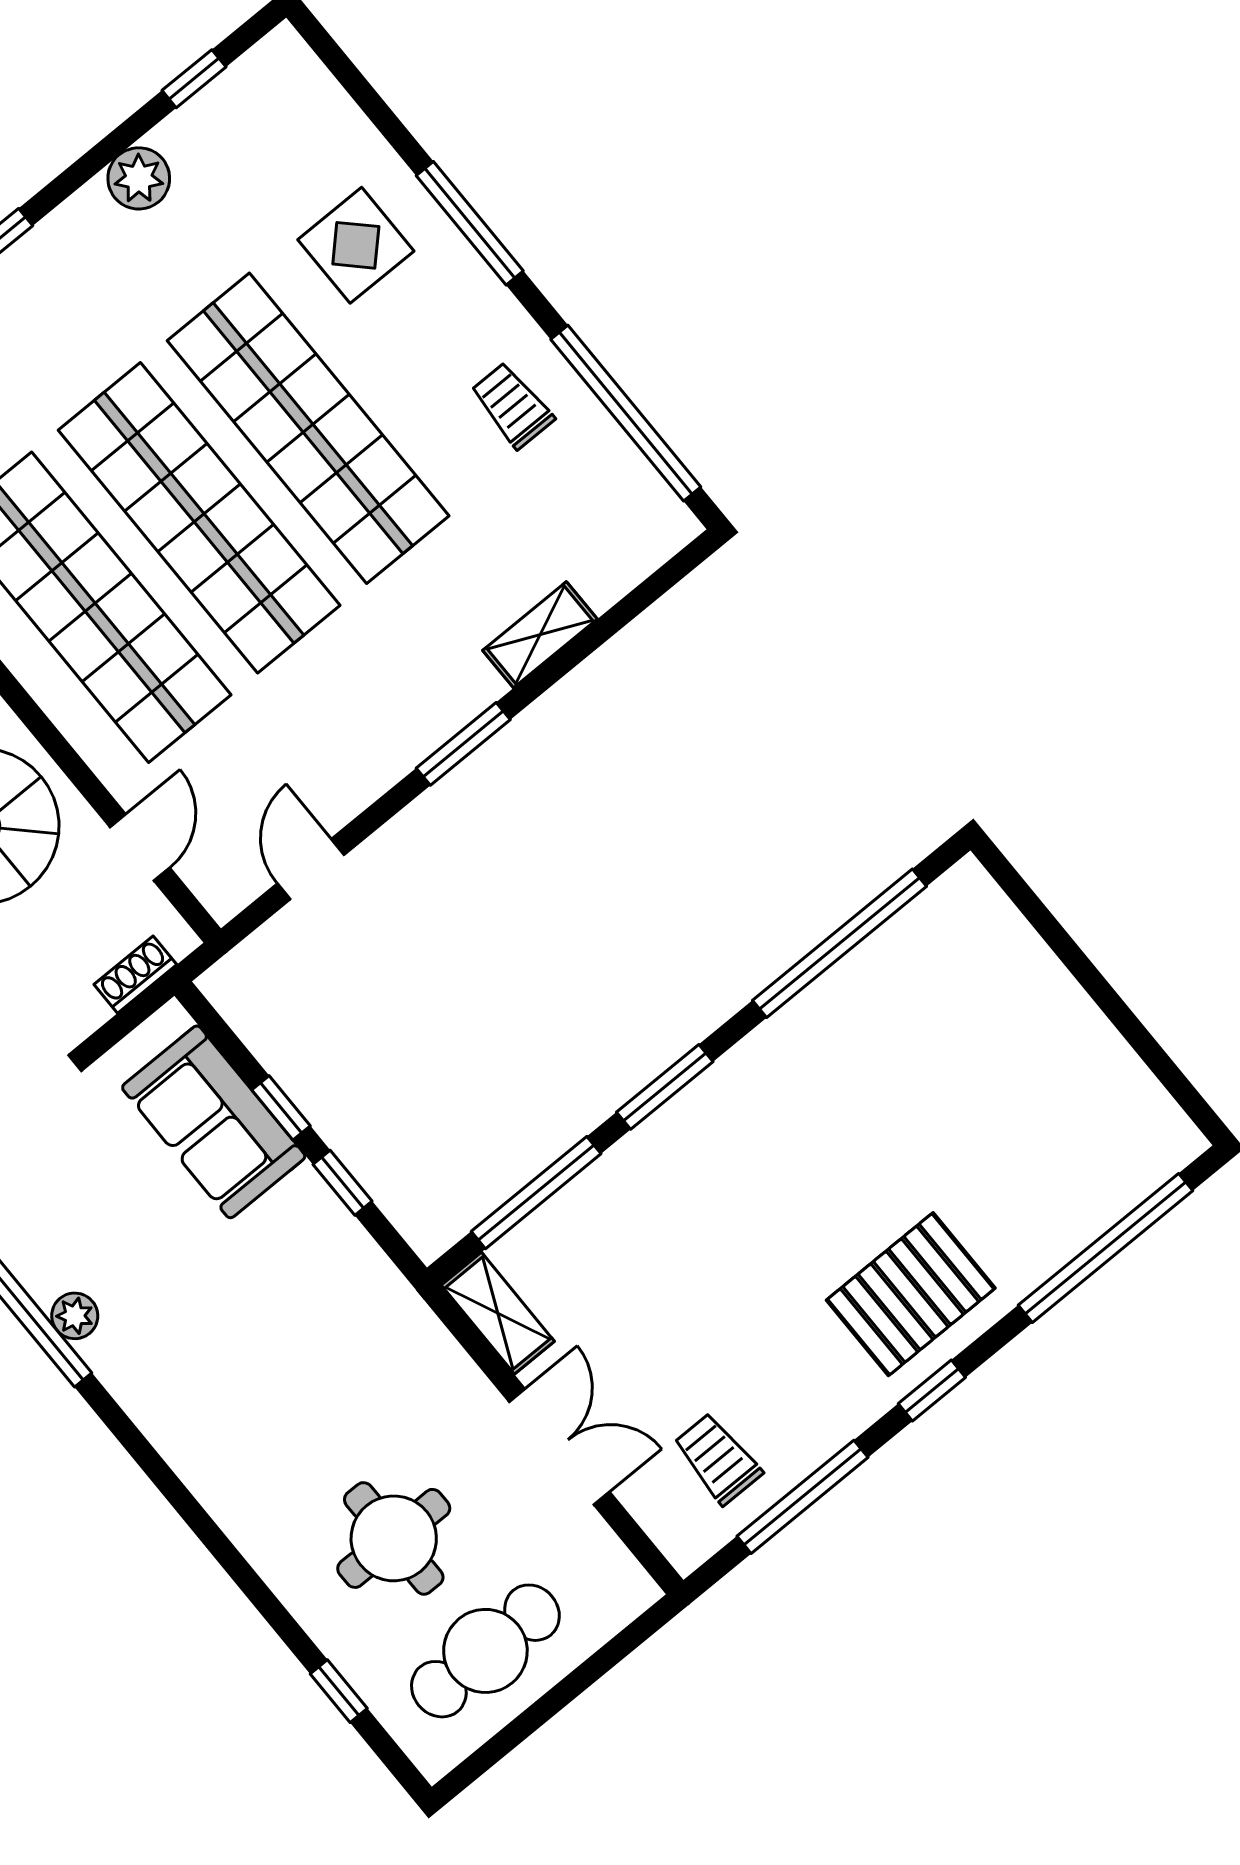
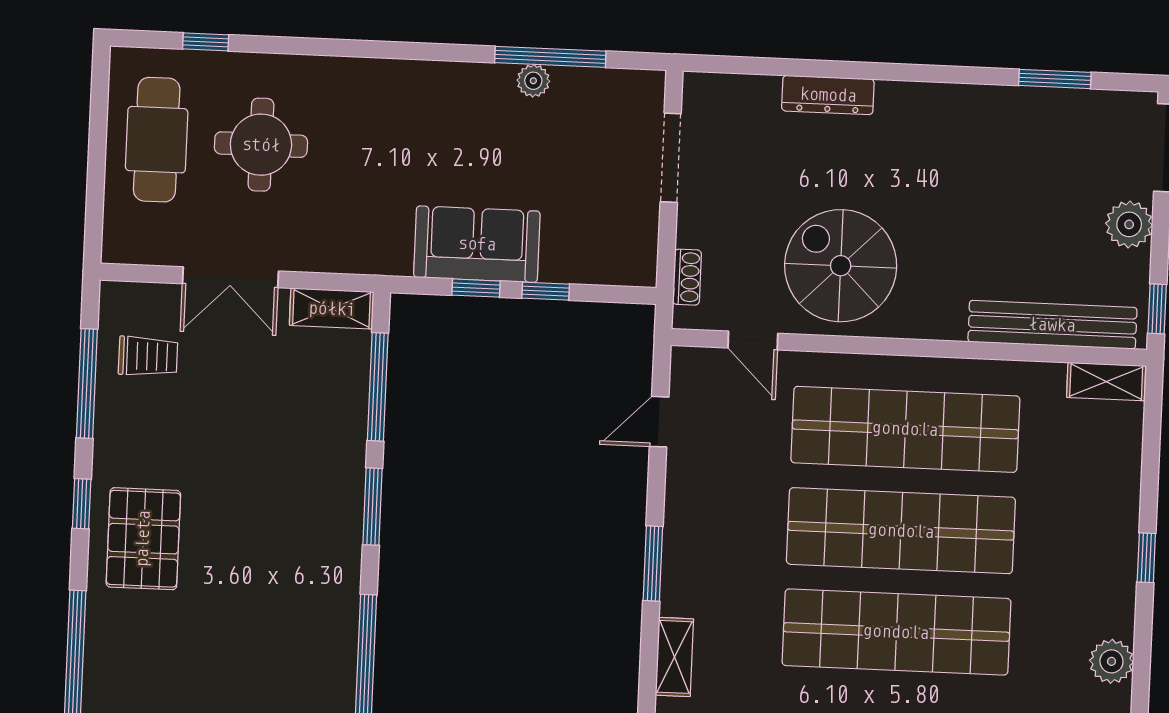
door: (311, 869) -> (659, 422), swing flipped
sofa: (214, 1122) -> (477, 244), moved

